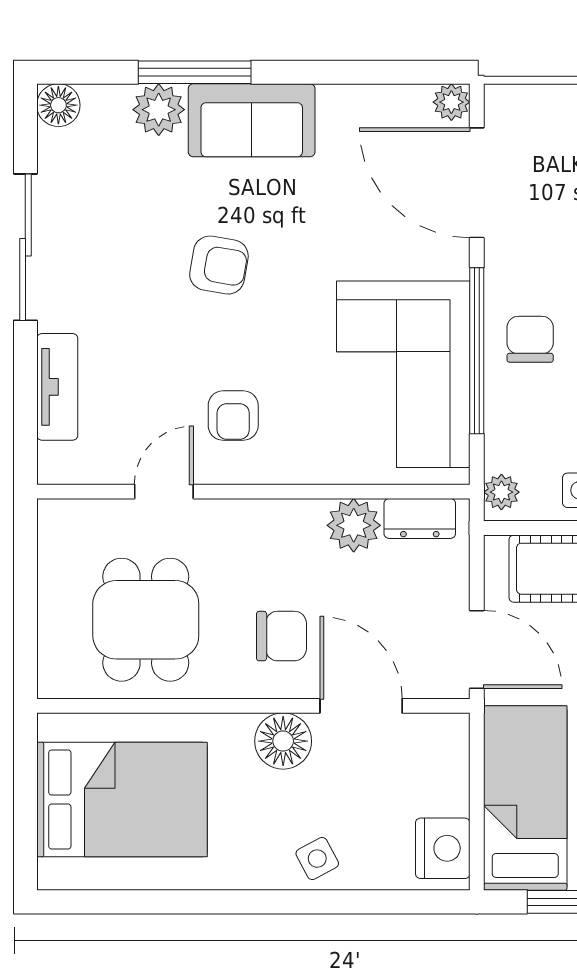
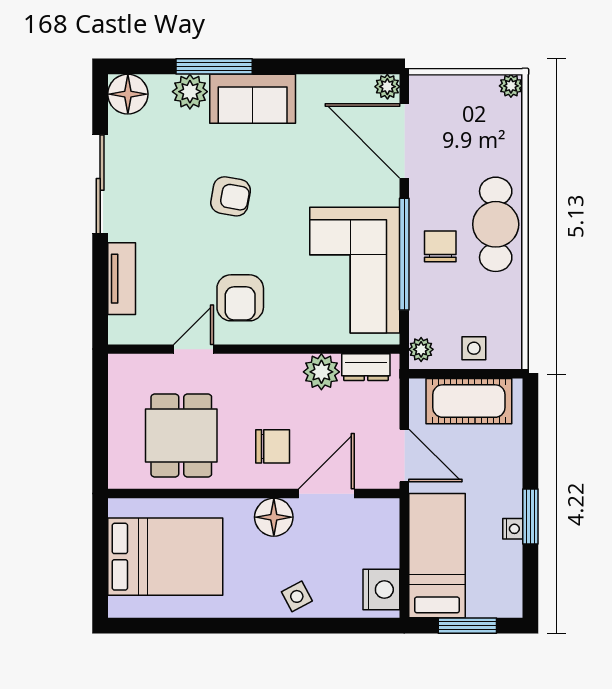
floor lamp: (58, 105) -> (128, 94), width x1.38, depth x1.38
armchair: (233, 416) -> (240, 298), width x1.38, depth x1.38
door: (361, 706) -> (326, 494), hinge flipped

